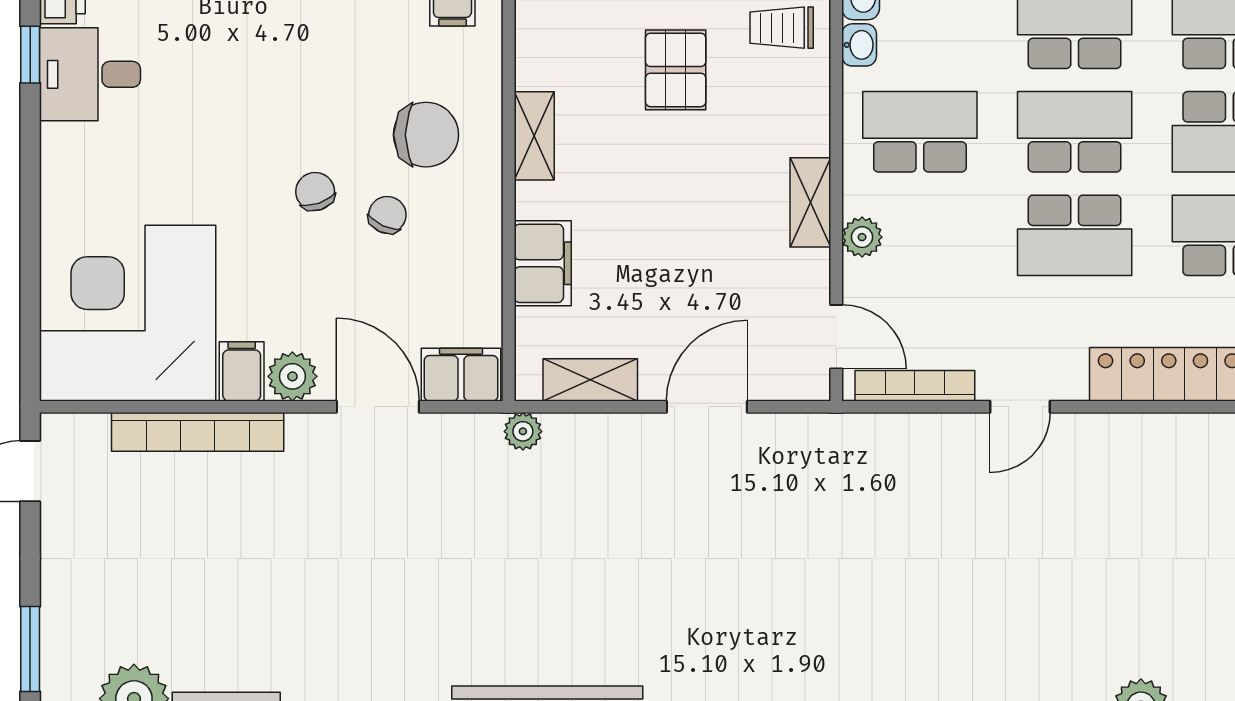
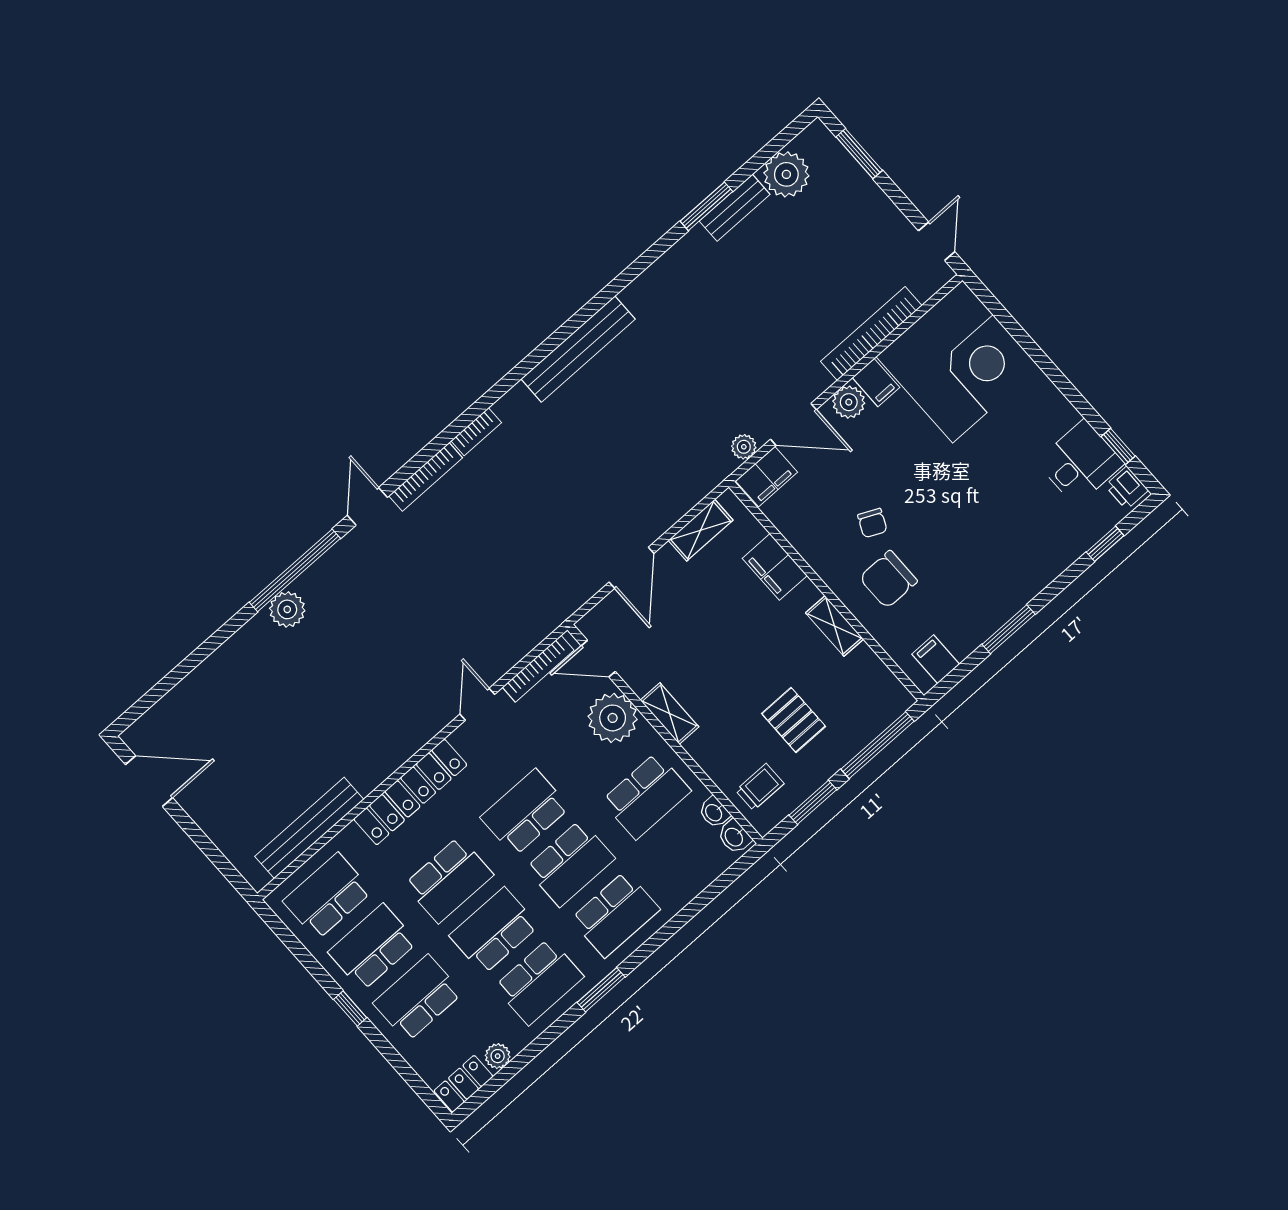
chair: (315, 192) -> (918, 503), removed
plant: (862, 237) -> (613, 718), width x1.87, depth x1.87
plant: (523, 431) -> (744, 447), moved

